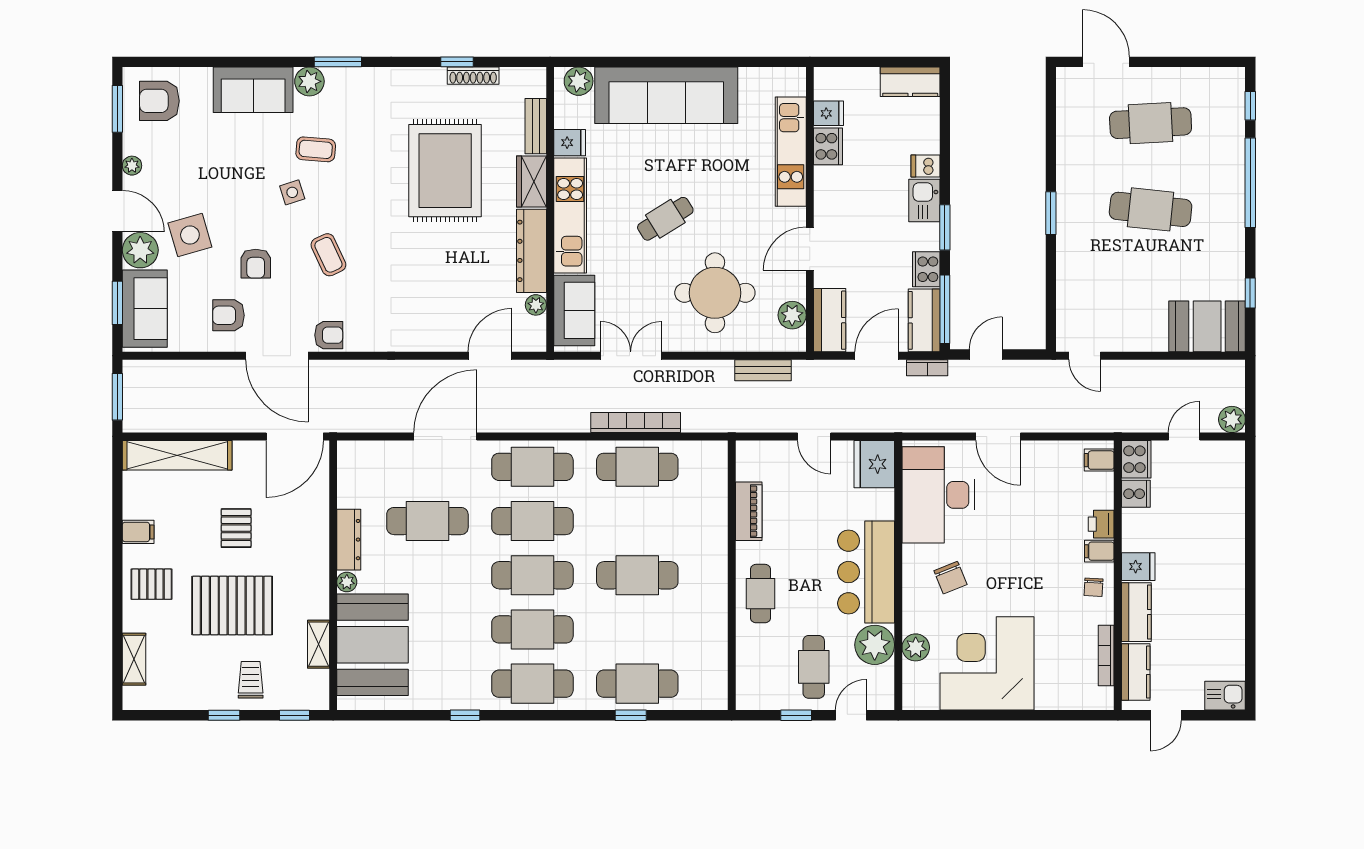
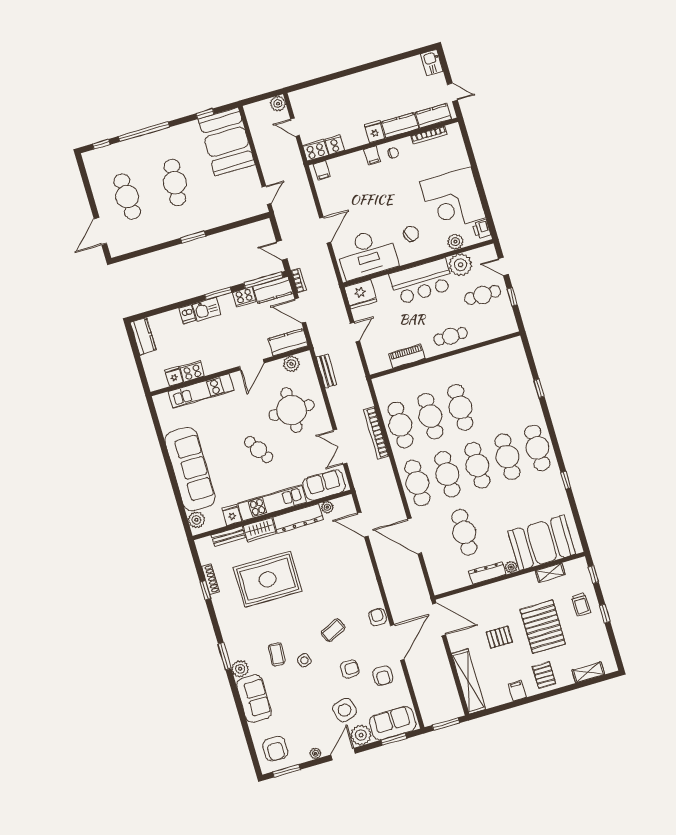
door: (810, 249) -> (252, 365), hinge flipped
booth: (1207, 326) -> (227, 142), width x1.36, depth x1.42
printer: (1101, 524) -> (482, 229), moved, turned 90
trolley: (251, 680) -> (581, 604), turned -90
cafe table: (637, 684) -> (430, 416), moved

